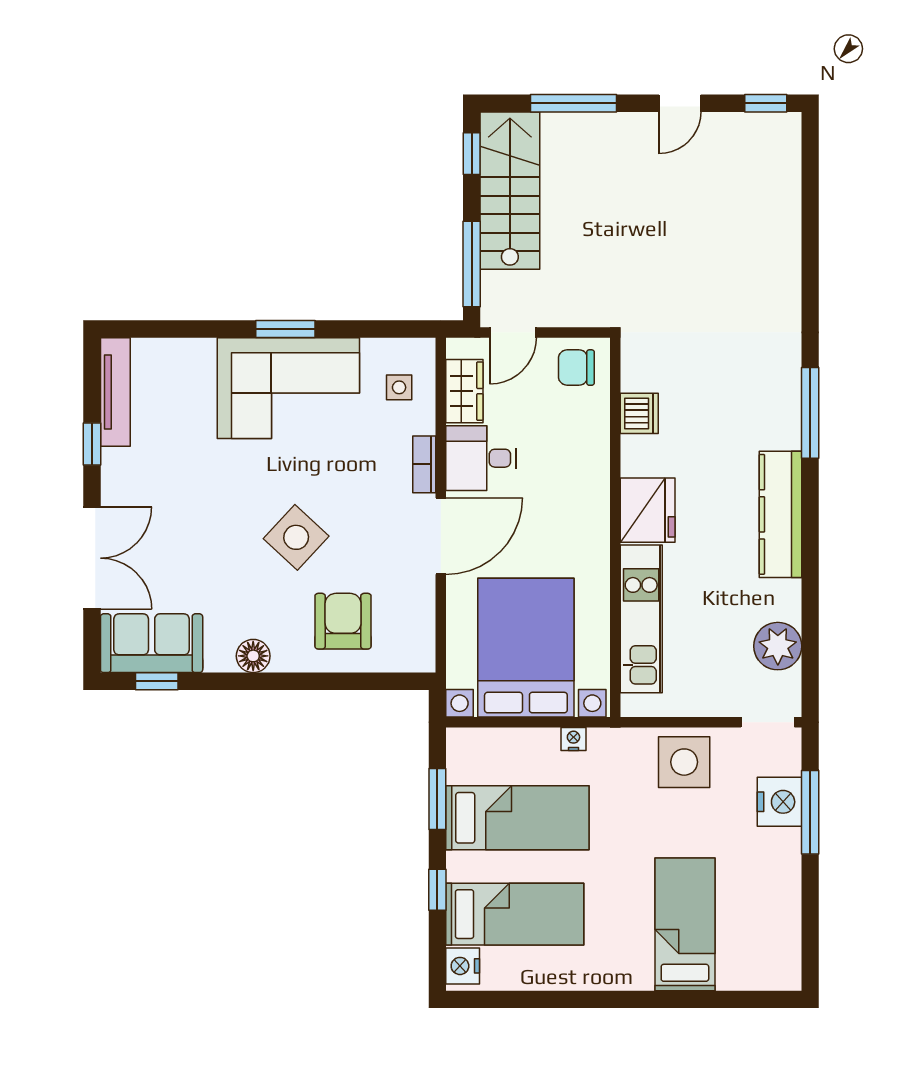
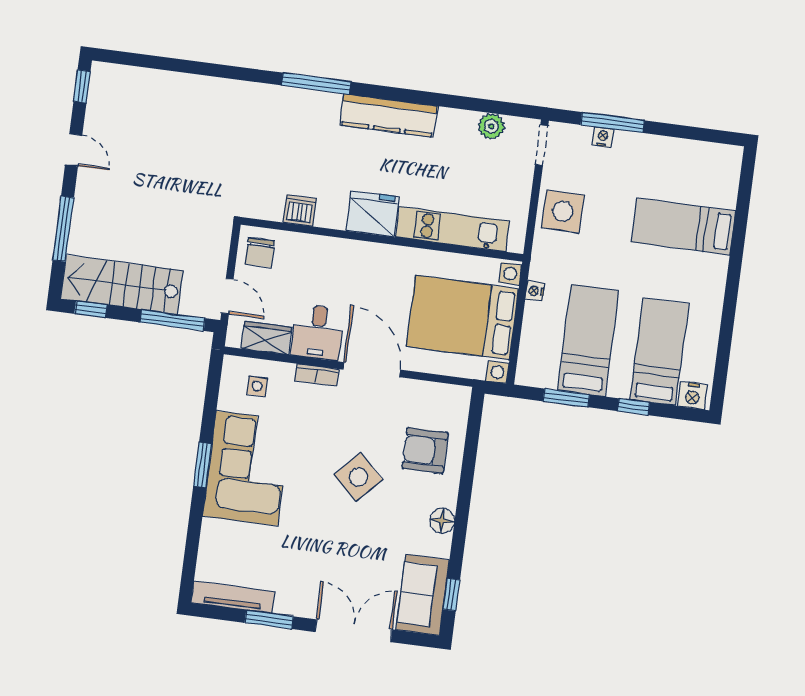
window: (92, 444) -> (269, 620), width x1.50
plant: (778, 646) -> (491, 126), width x0.73, depth x0.73
nightstand: (780, 802) -> (603, 137), width x0.53, depth x0.56

